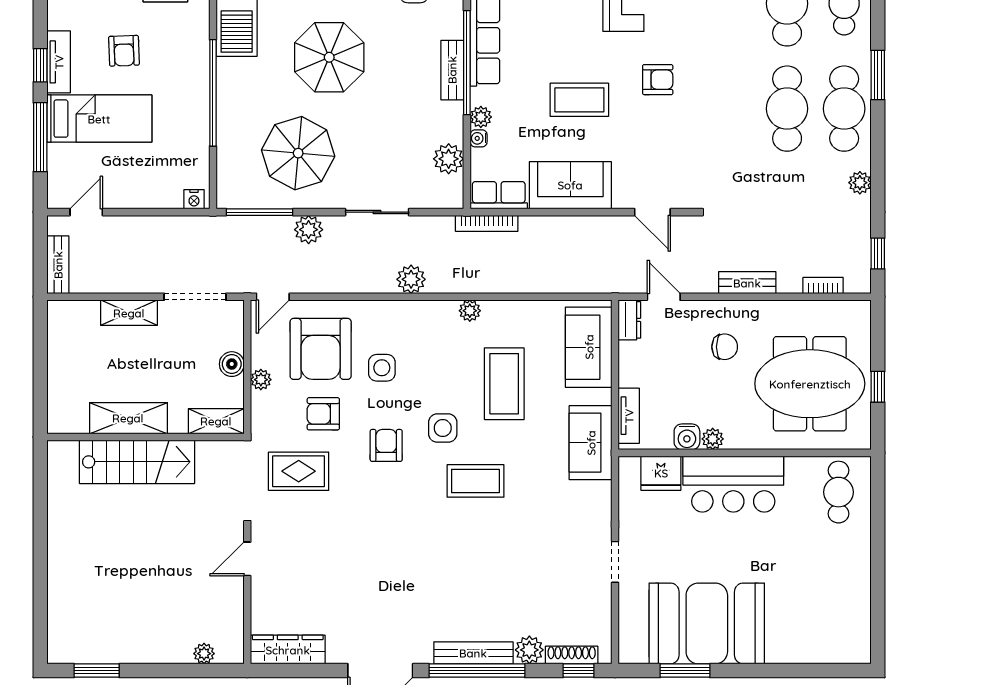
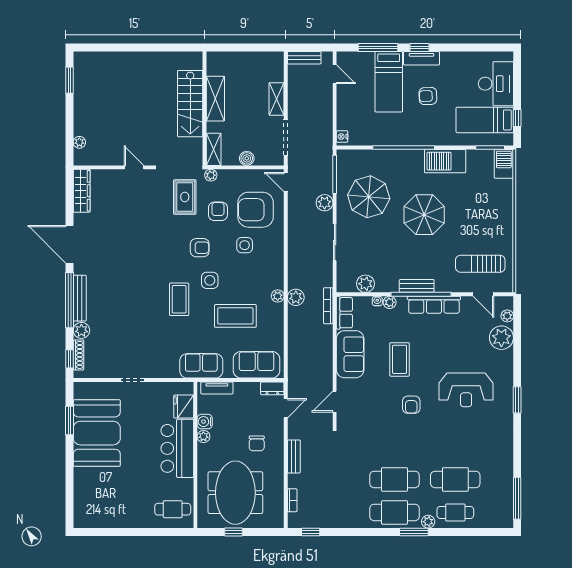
plant: (860, 183) -> (428, 522), moved
plant: (411, 279) -> (296, 297), moved
plant: (261, 380) -> (211, 175), moved

